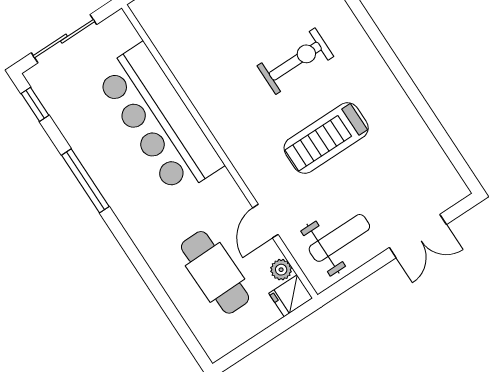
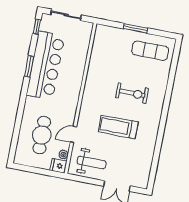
bar counter: (159, 120) -> (45, 65), moved, turned 180
window: (85, 181) -> (29, 66), width x0.69

